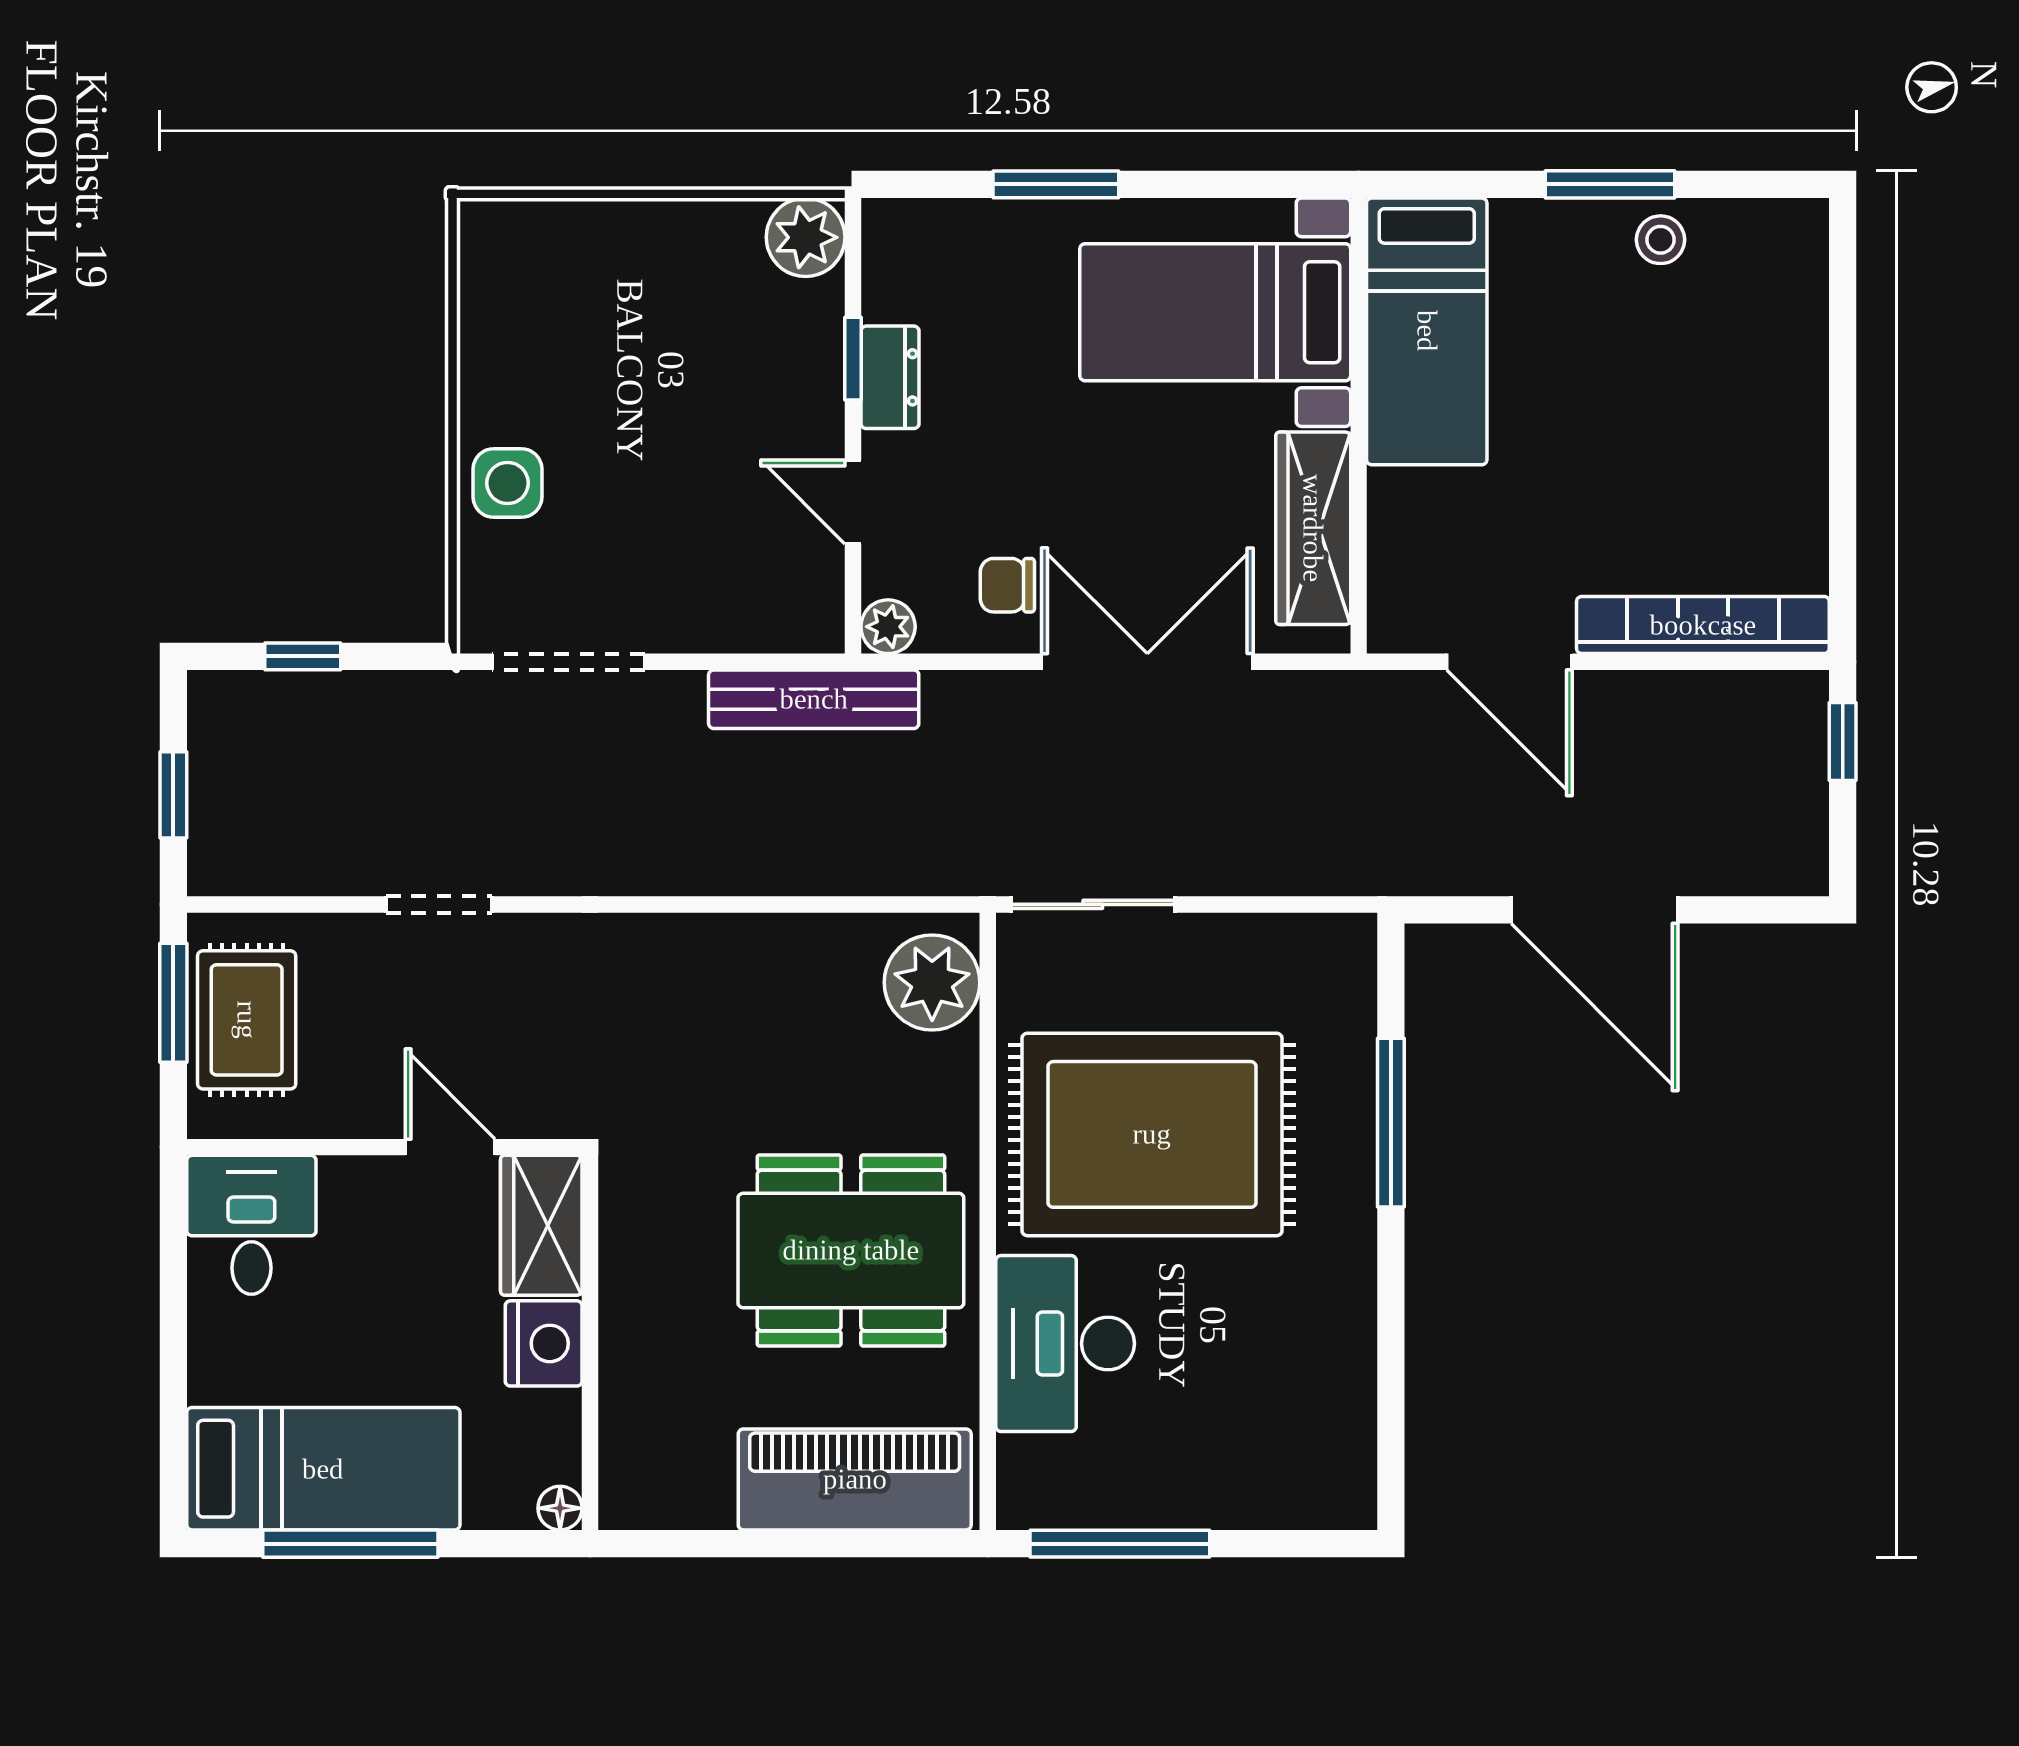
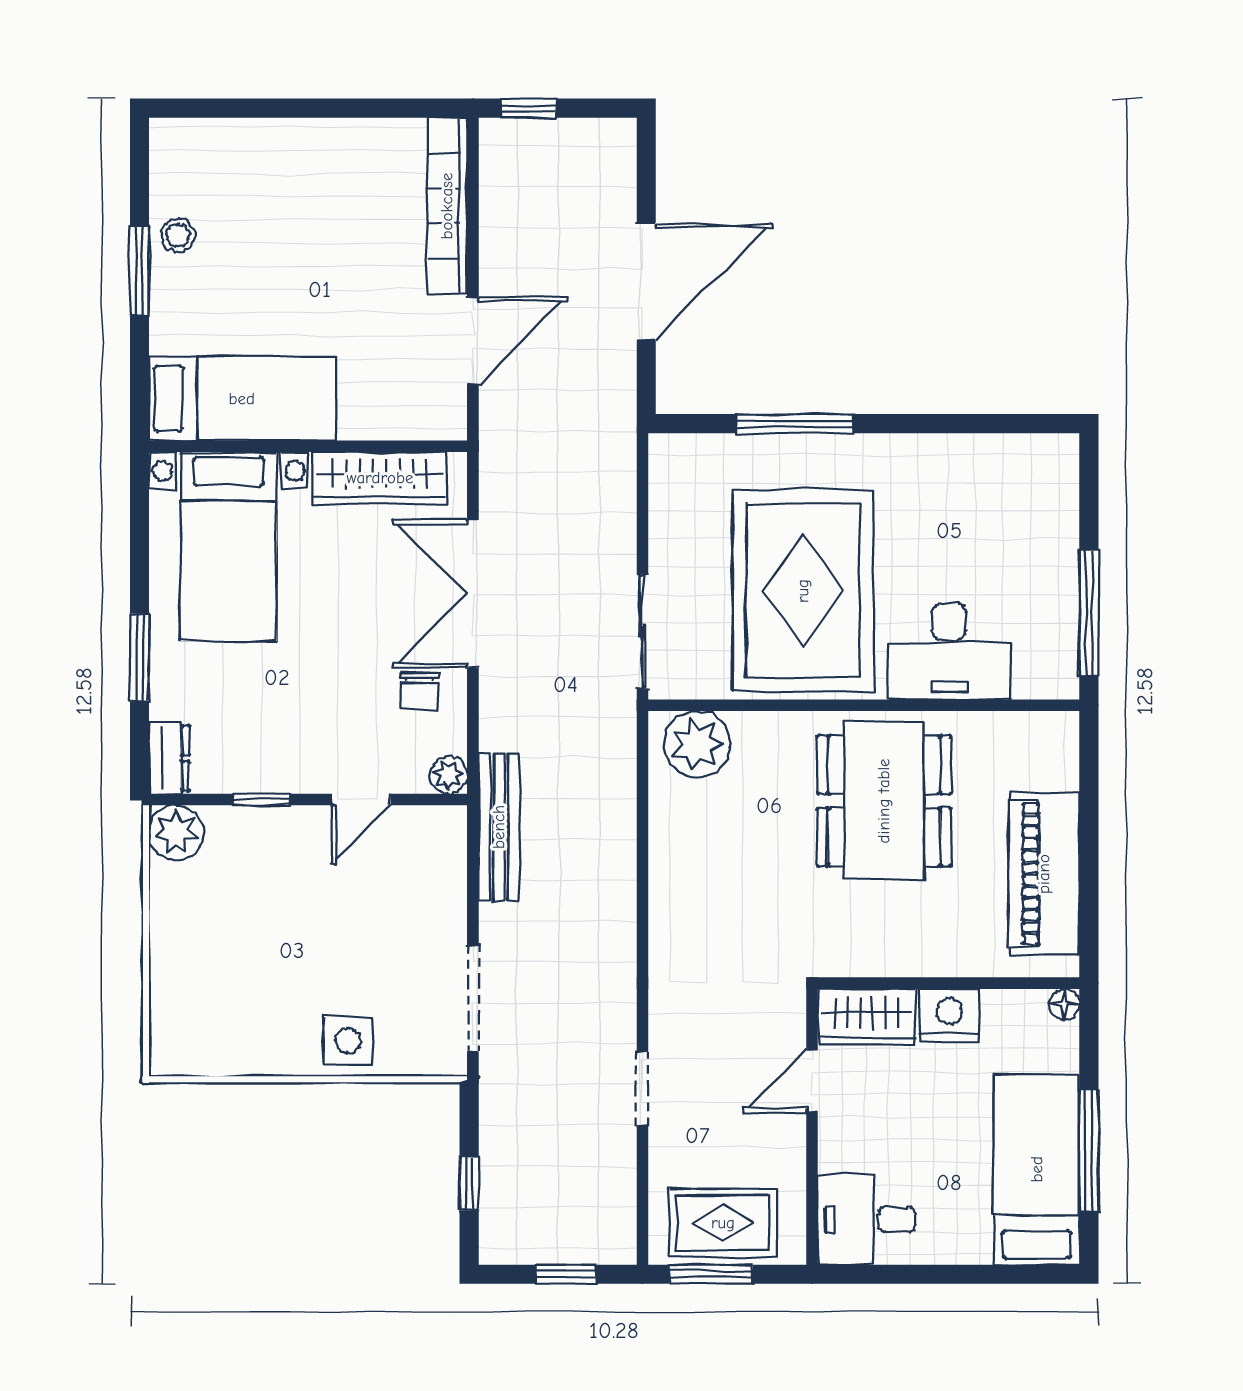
dresser: (890, 377) -> (169, 758), moved, turned 90
piano: (855, 1479) -> (1044, 874), moved

